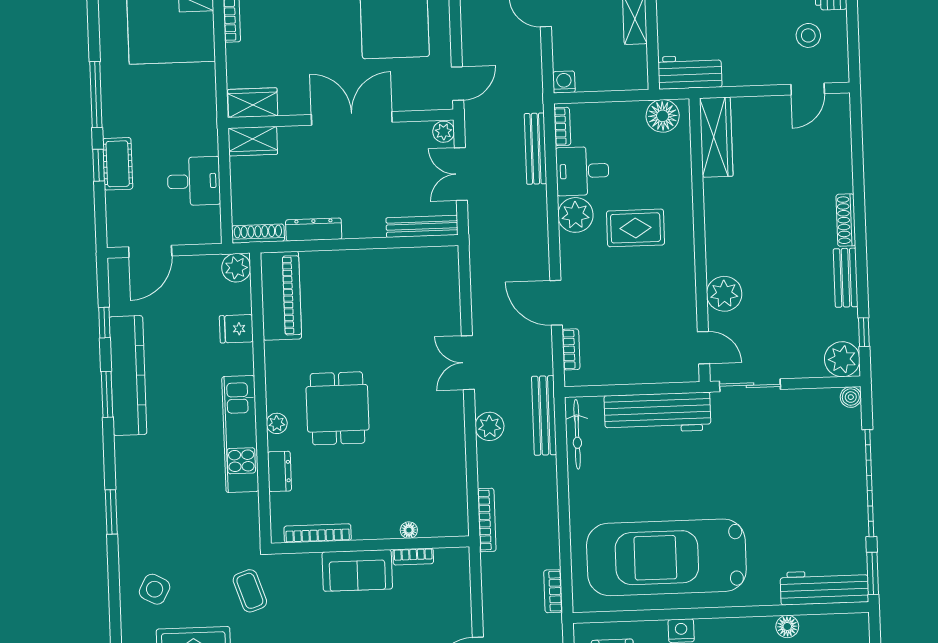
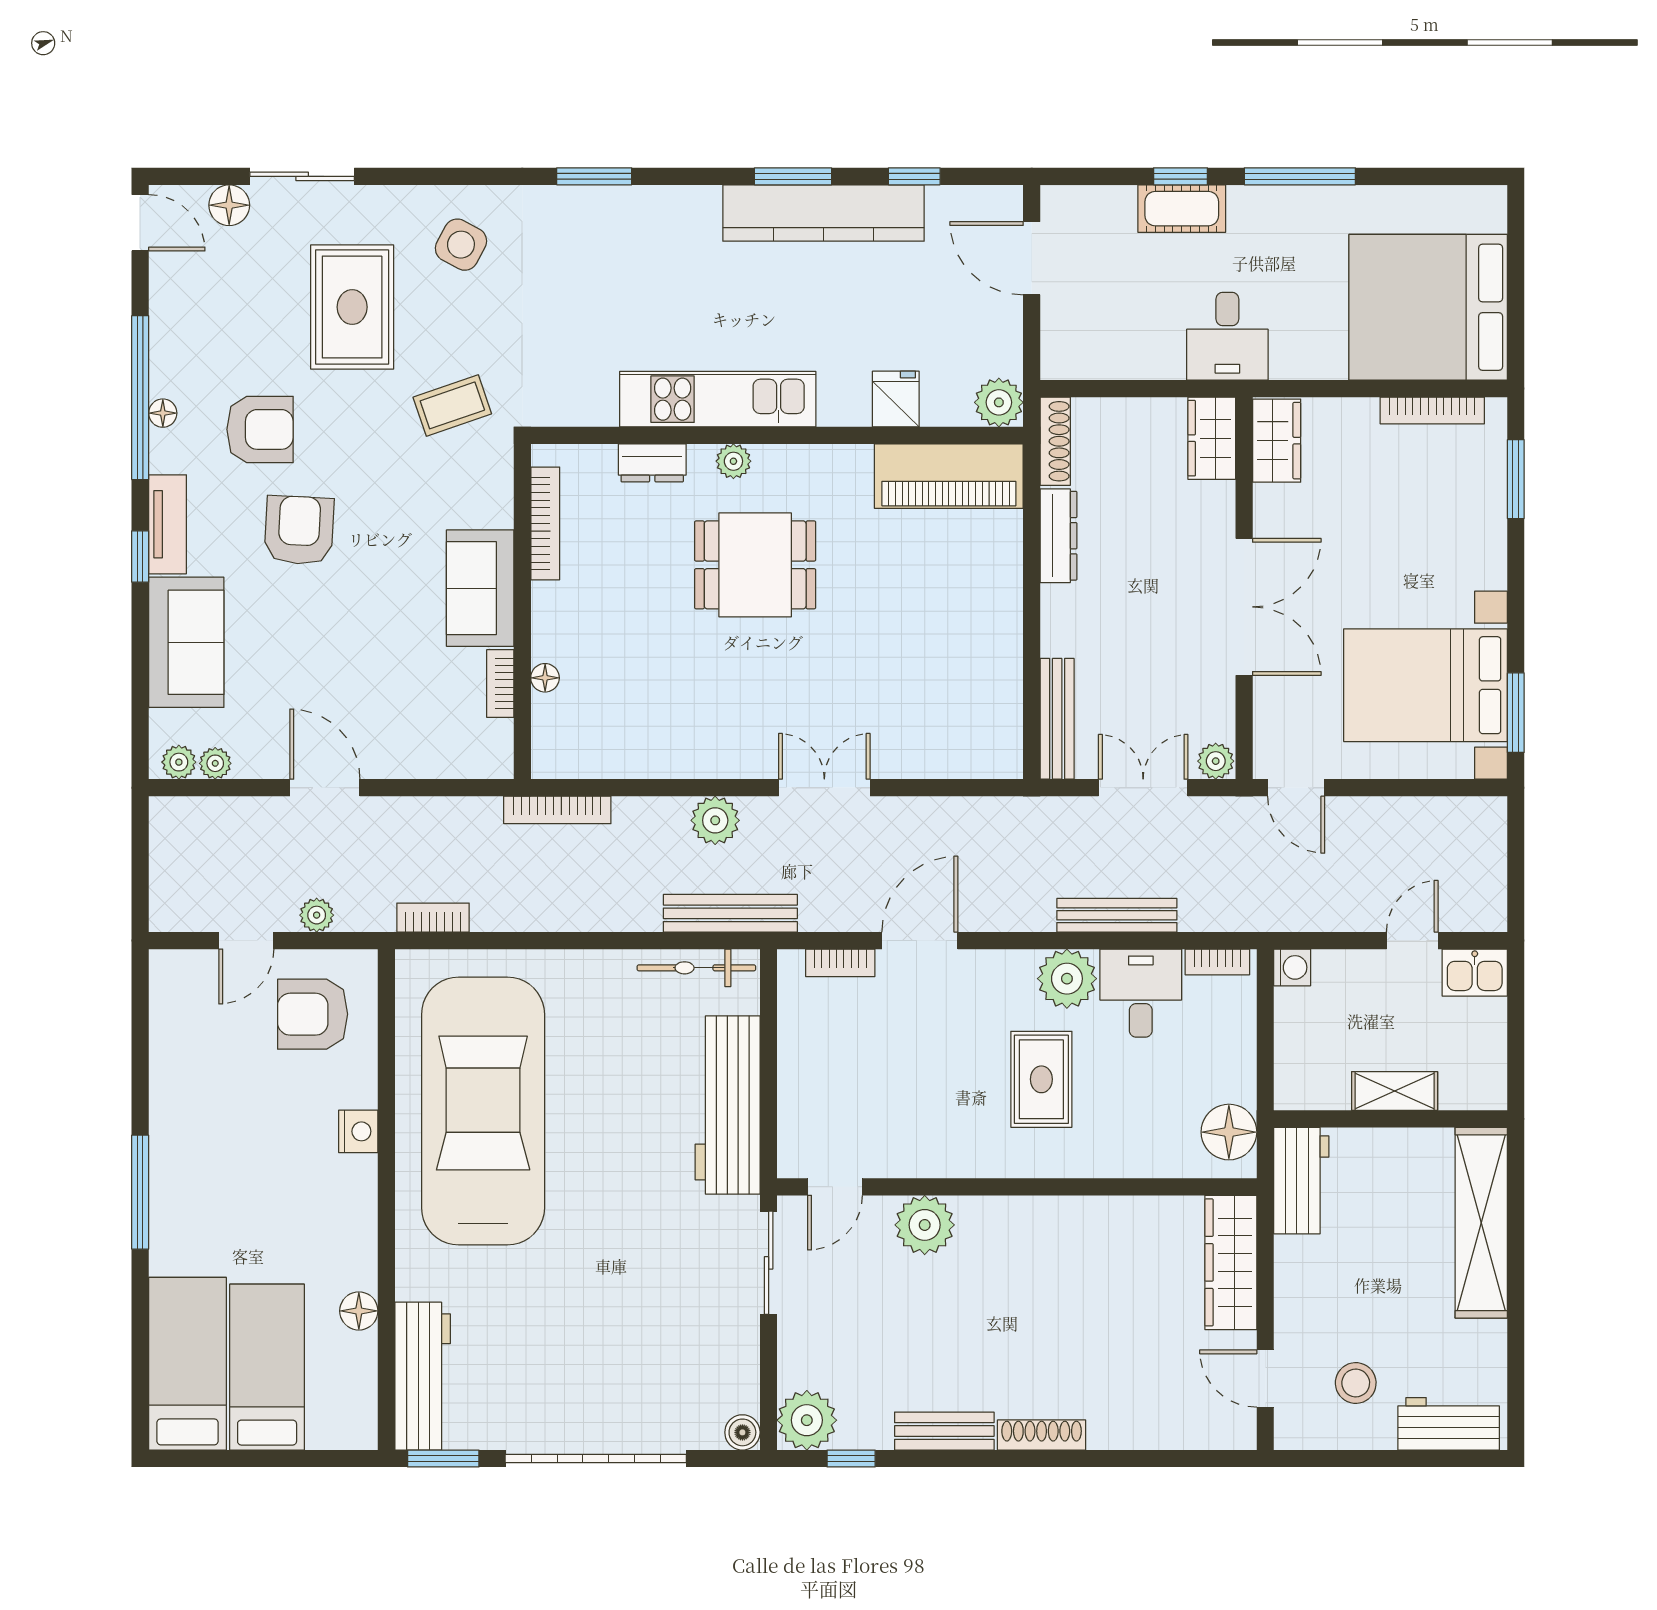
wardrobe: (716, 137) -> (1231, 1262), moved, turned 90
bench: (535, 149) -> (1117, 915), moved
desk: (194, 181) -> (1227, 336), moved

